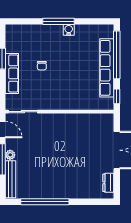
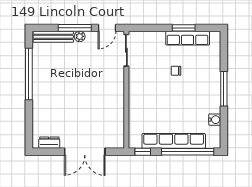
water cooler: (69, 30) -> (215, 120), moved
row of seats: (12, 73) -> (188, 38), moved

